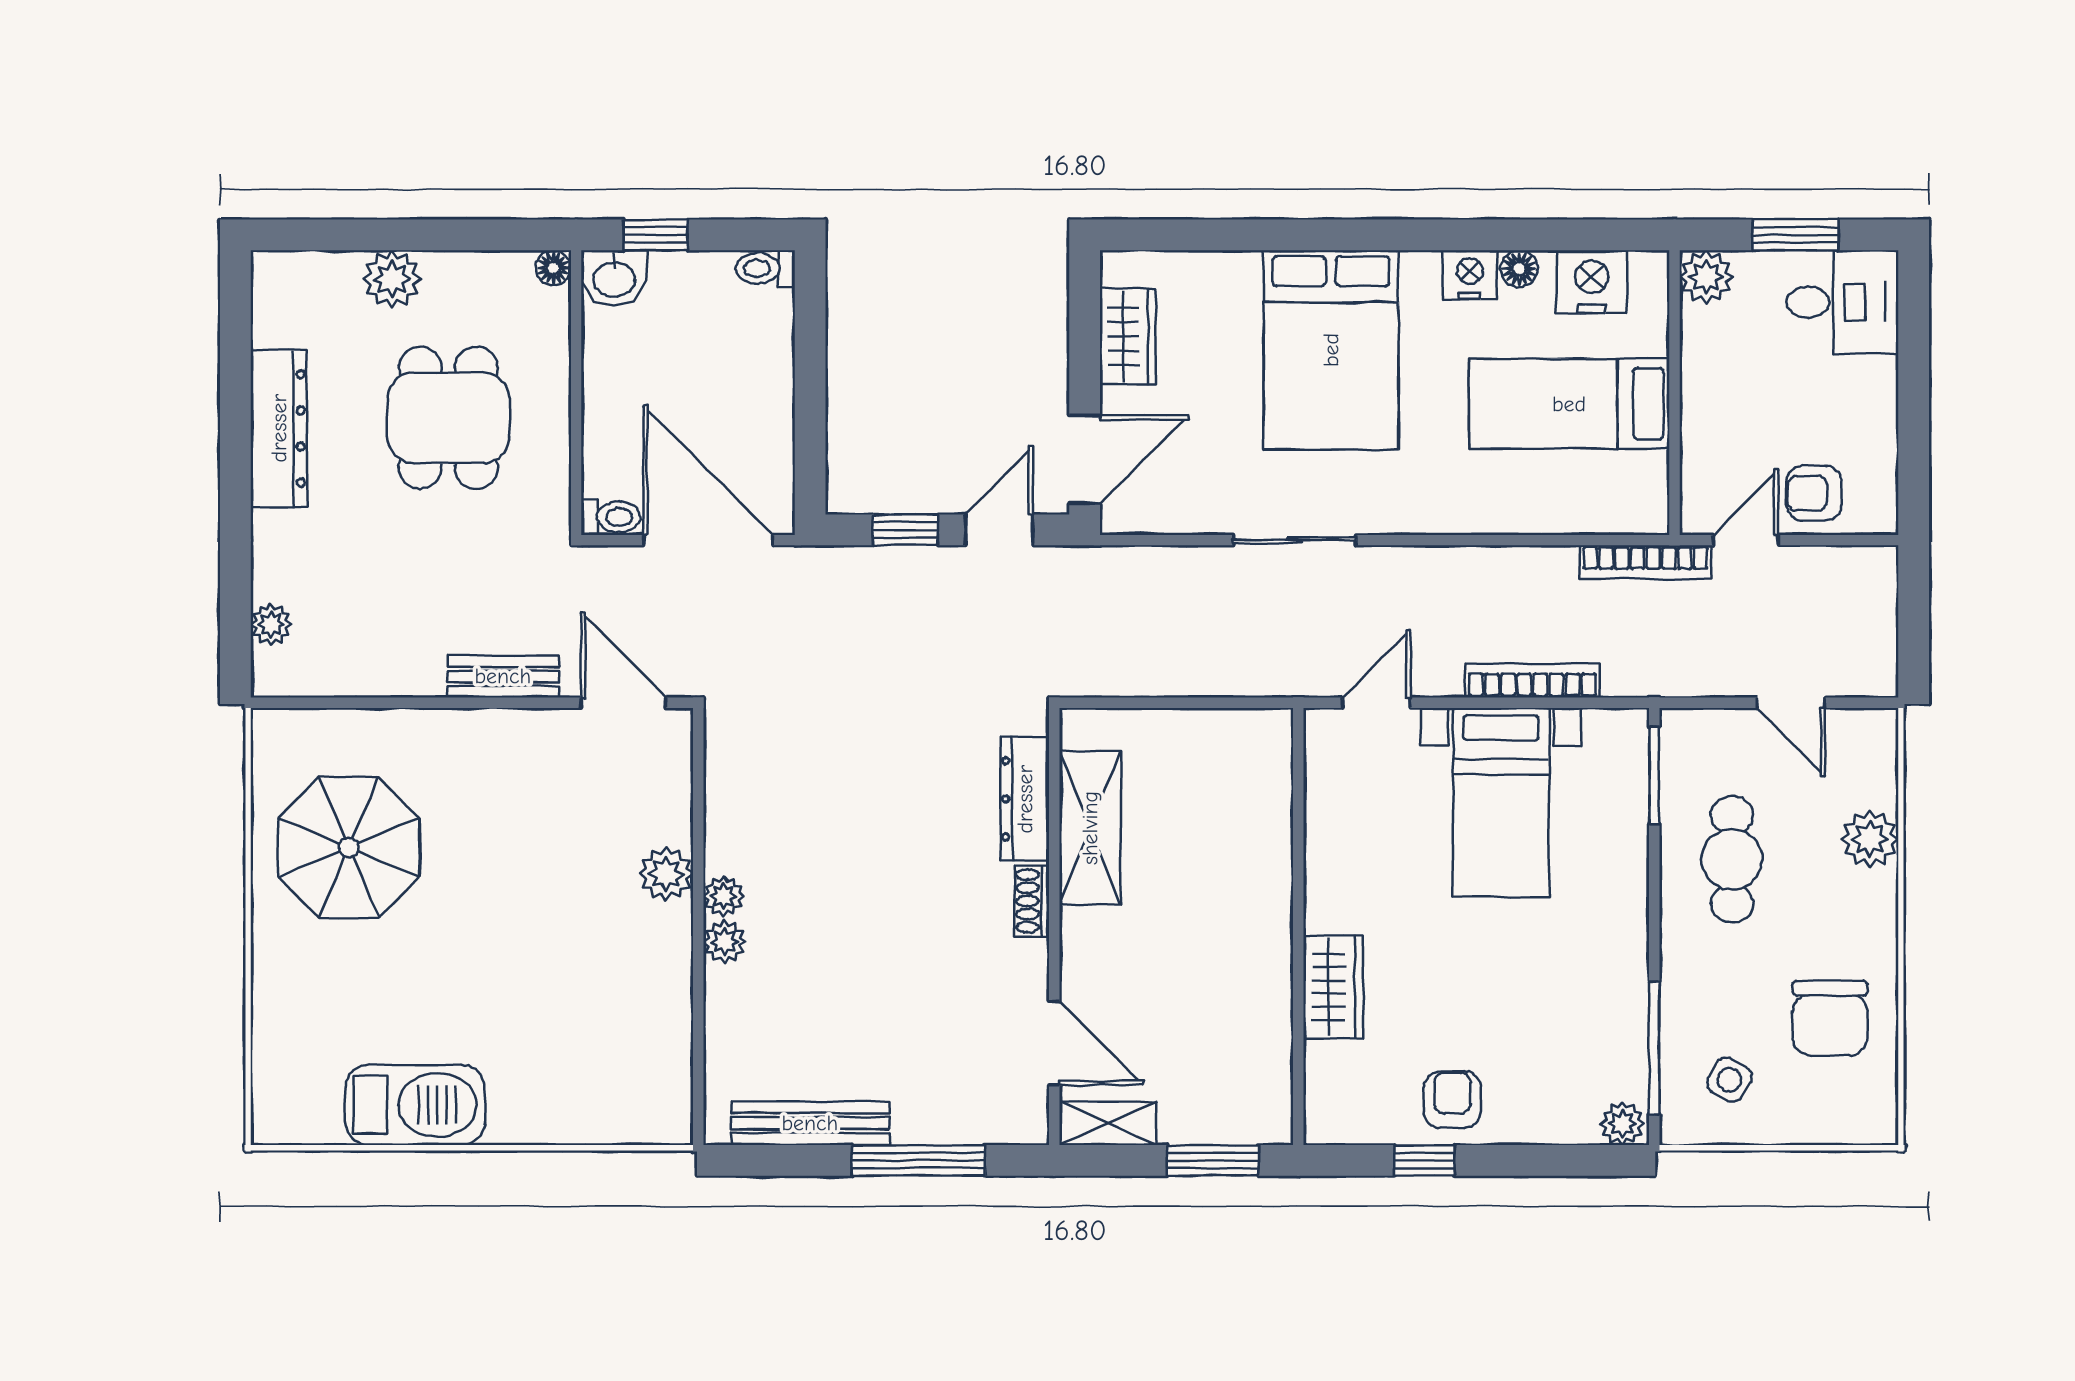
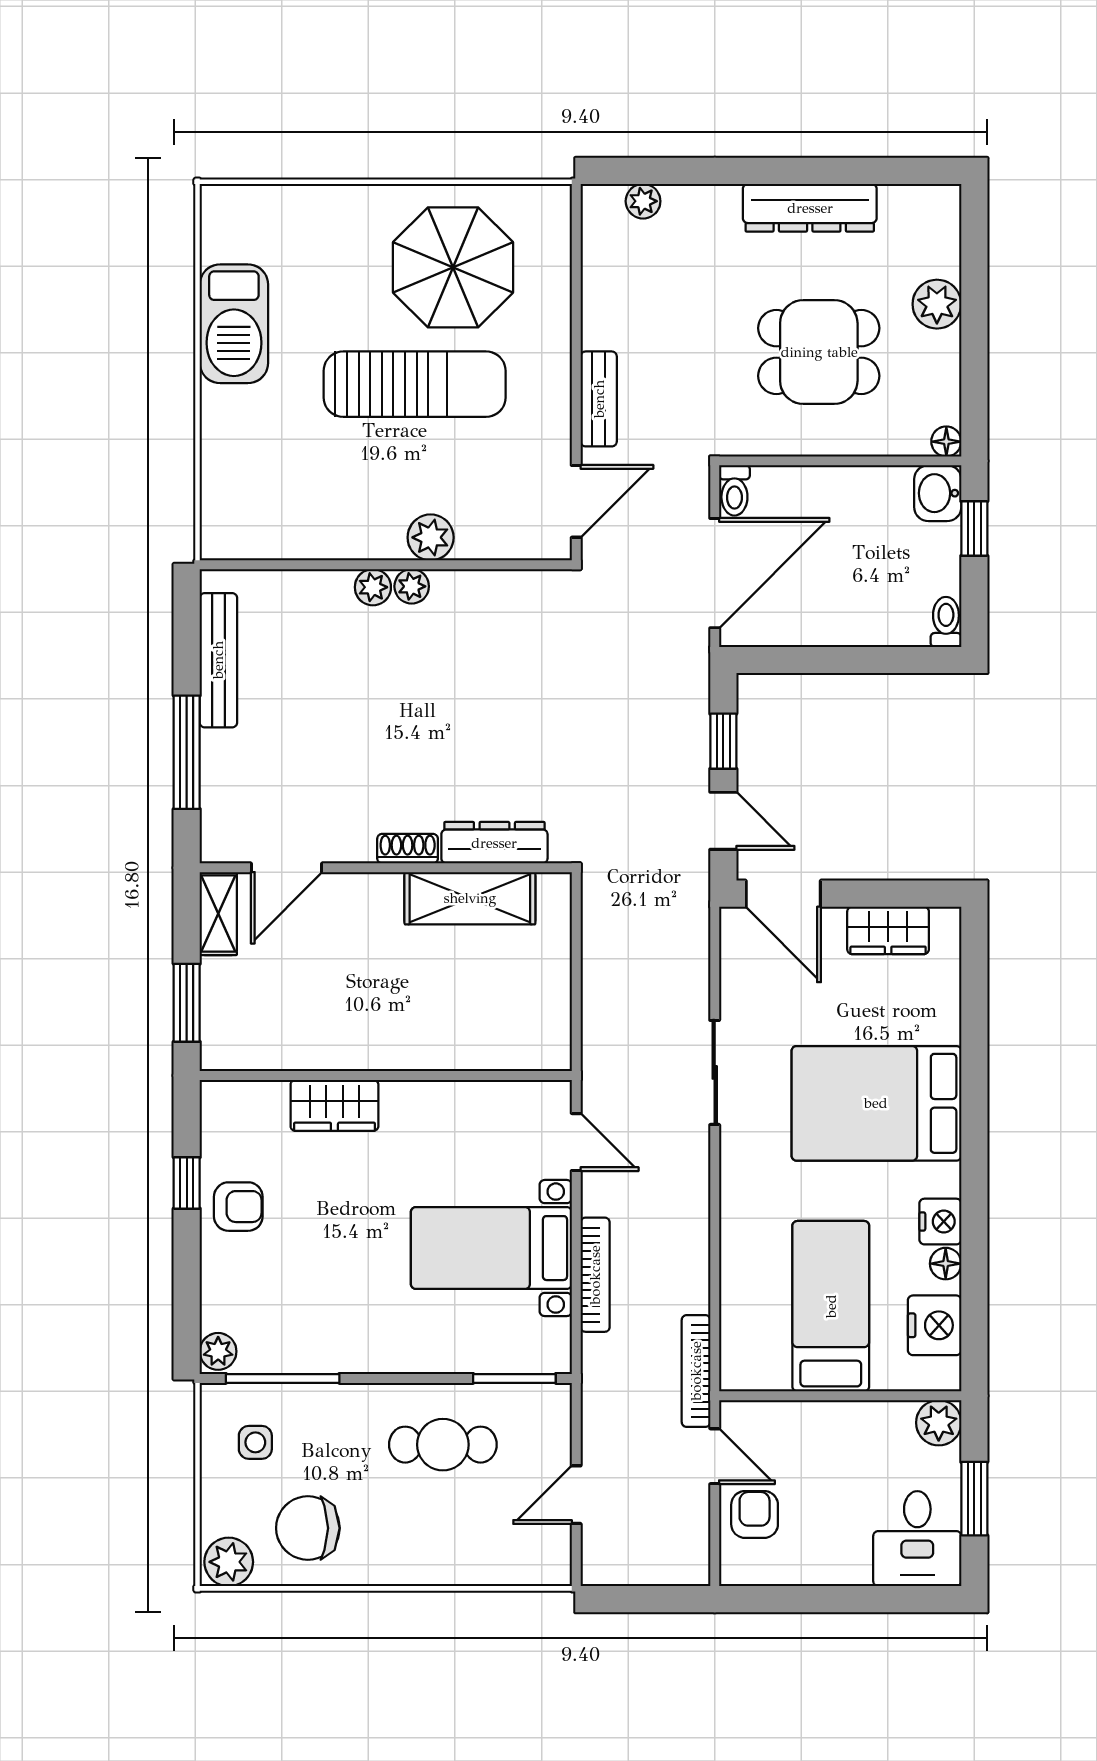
plant: (1870, 839) -> (229, 1562), moved
sun lounger: (486, 893) -> (415, 384), added
side table: (1729, 1080) -> (255, 1442), turned -30

